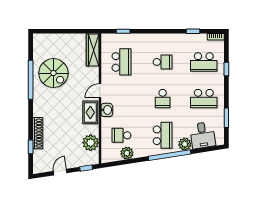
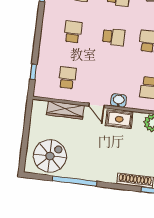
wardrobe: (93, 50) -> (65, 110), moved
school desk: (121, 62) -> (67, 78), width x0.54
spiral stairs: (53, 73) -> (50, 156), moved

